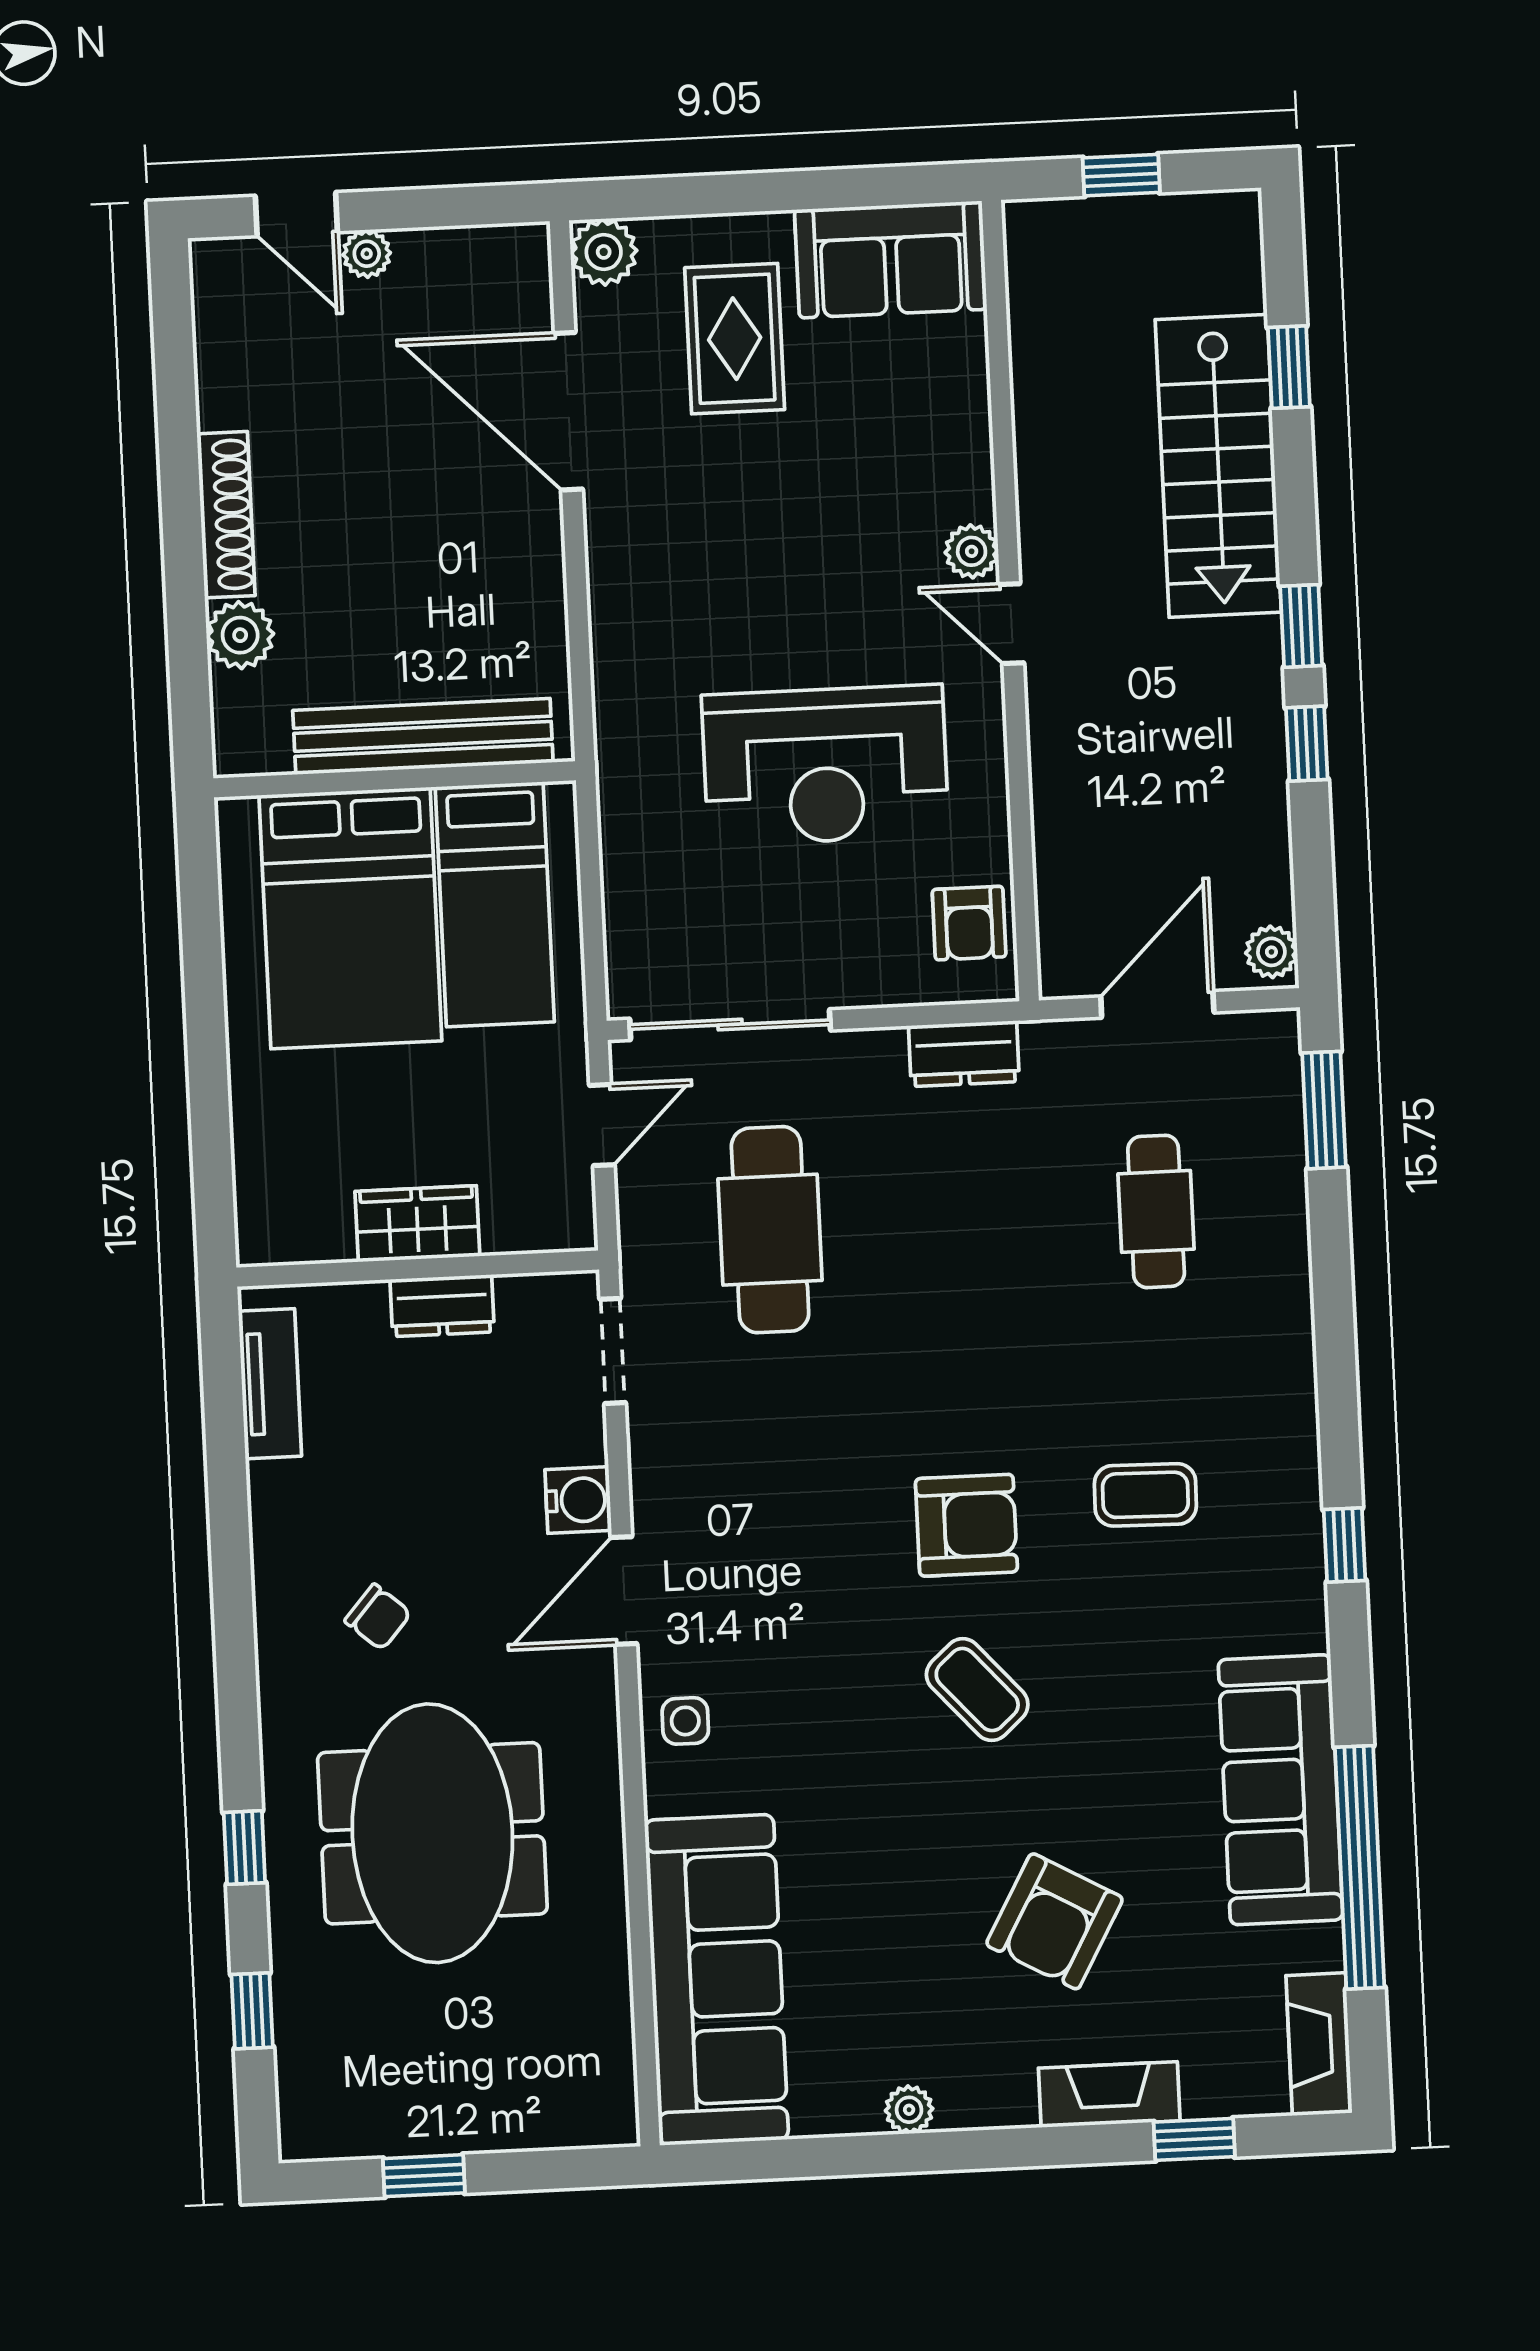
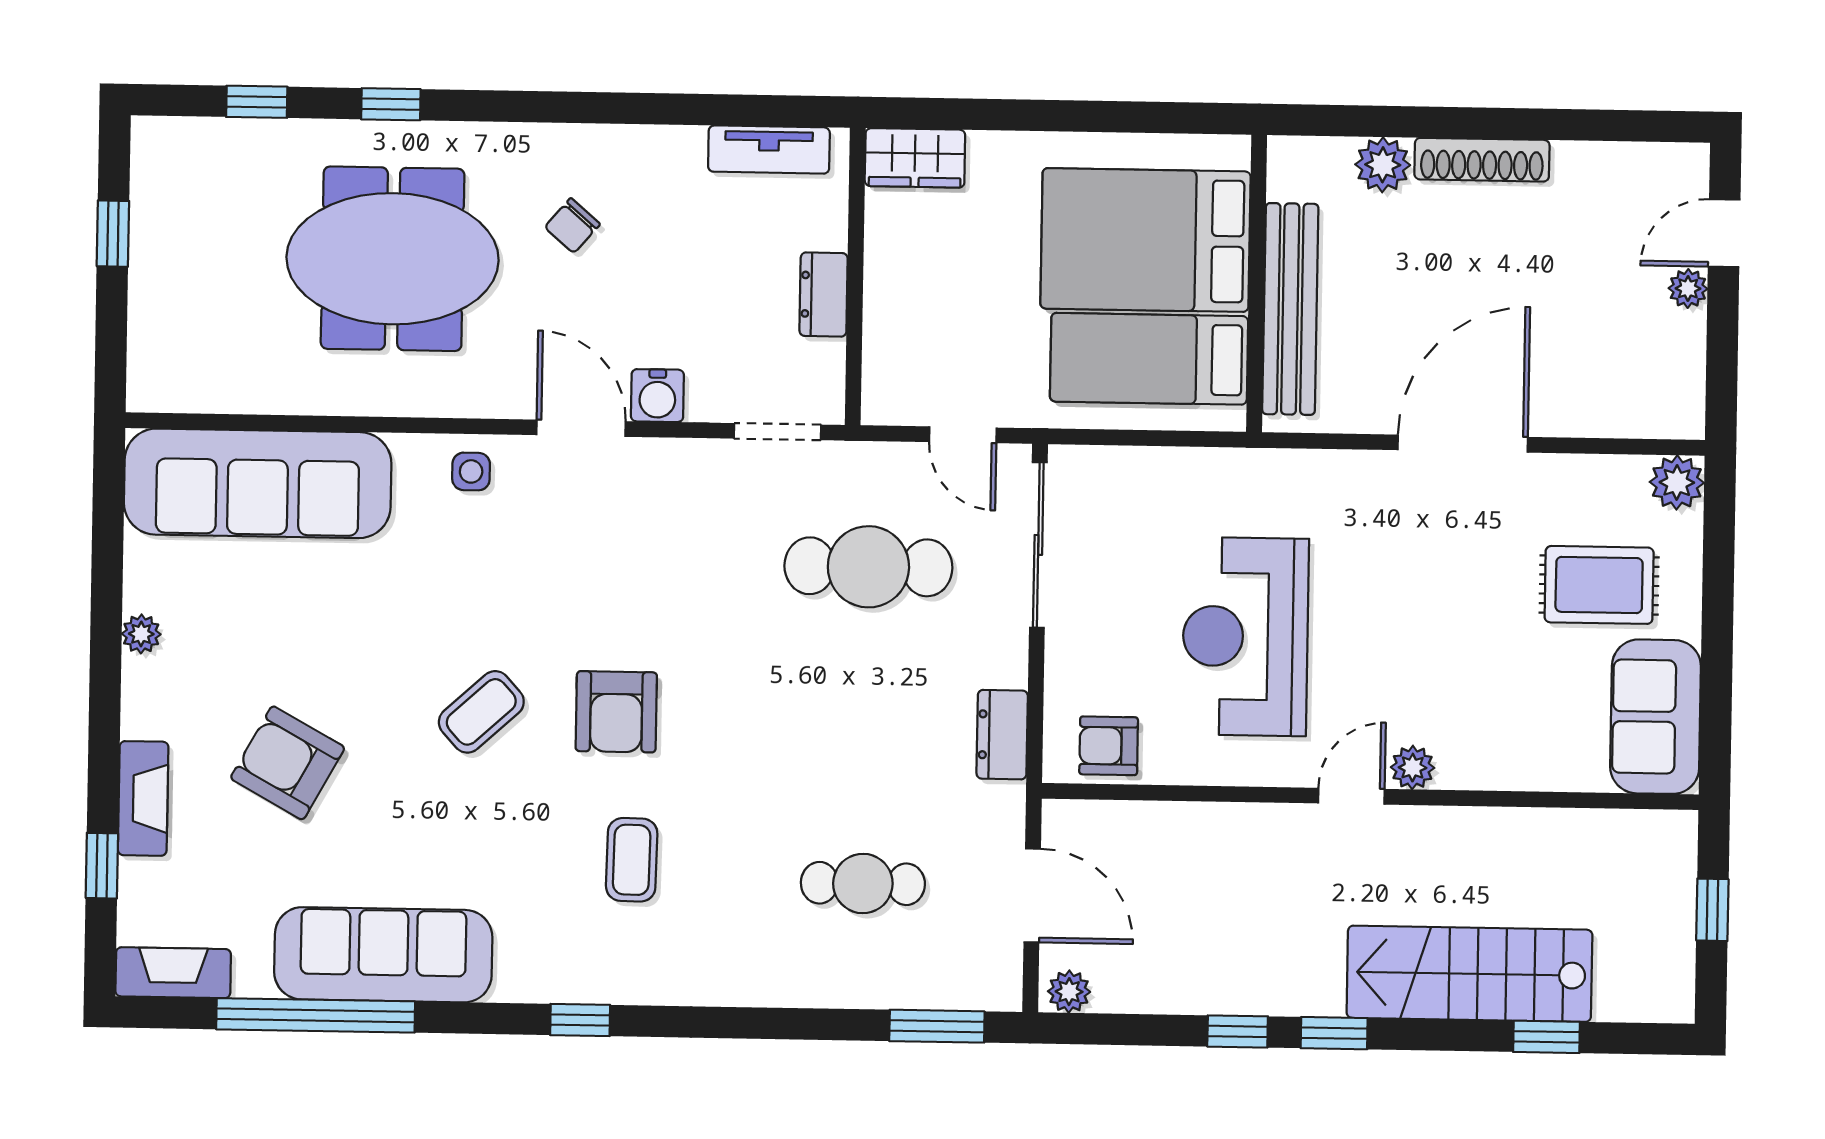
door: (568, 411) -> (1463, 444), moved
wardrobe: (417, 1224) -> (915, 158), moved, turned 90

